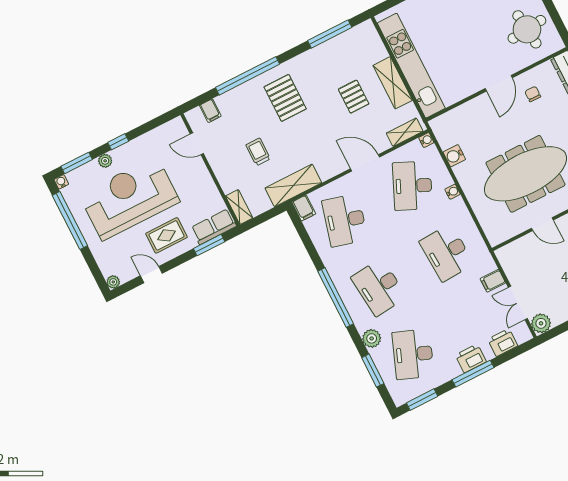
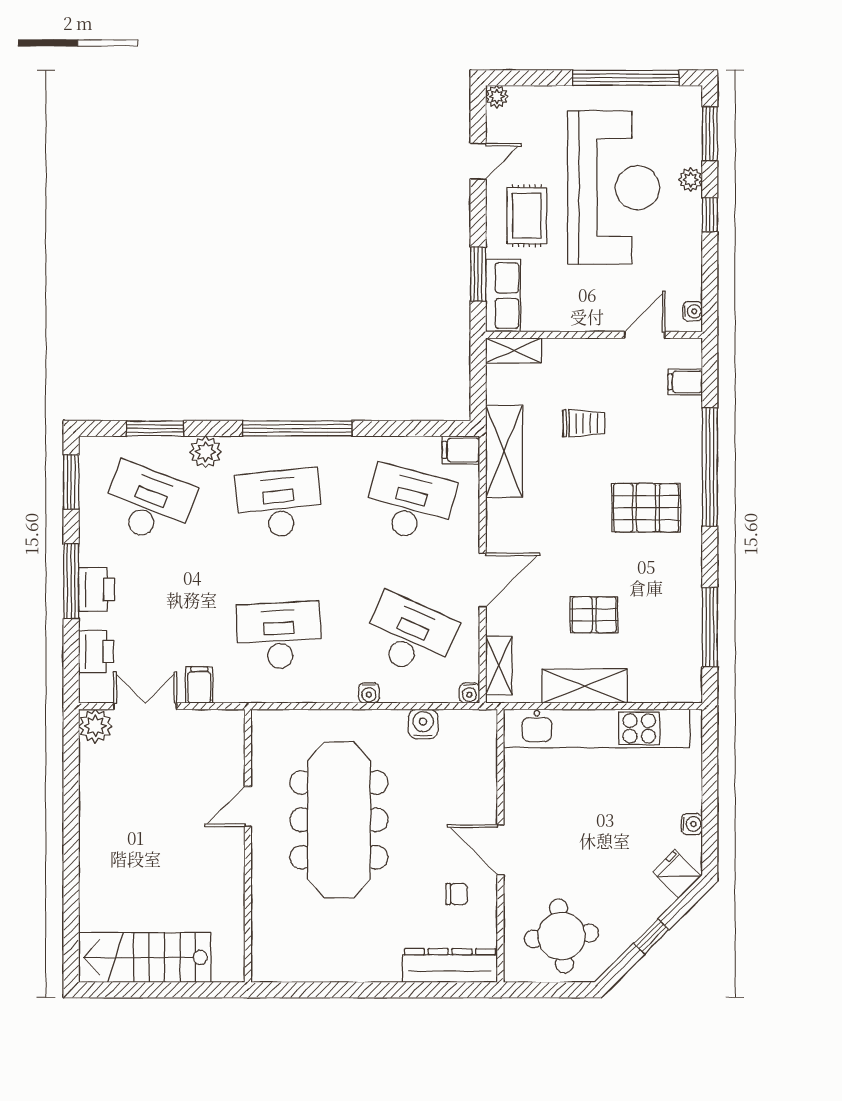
water cooler: (61, 182) -> (693, 311), moved

